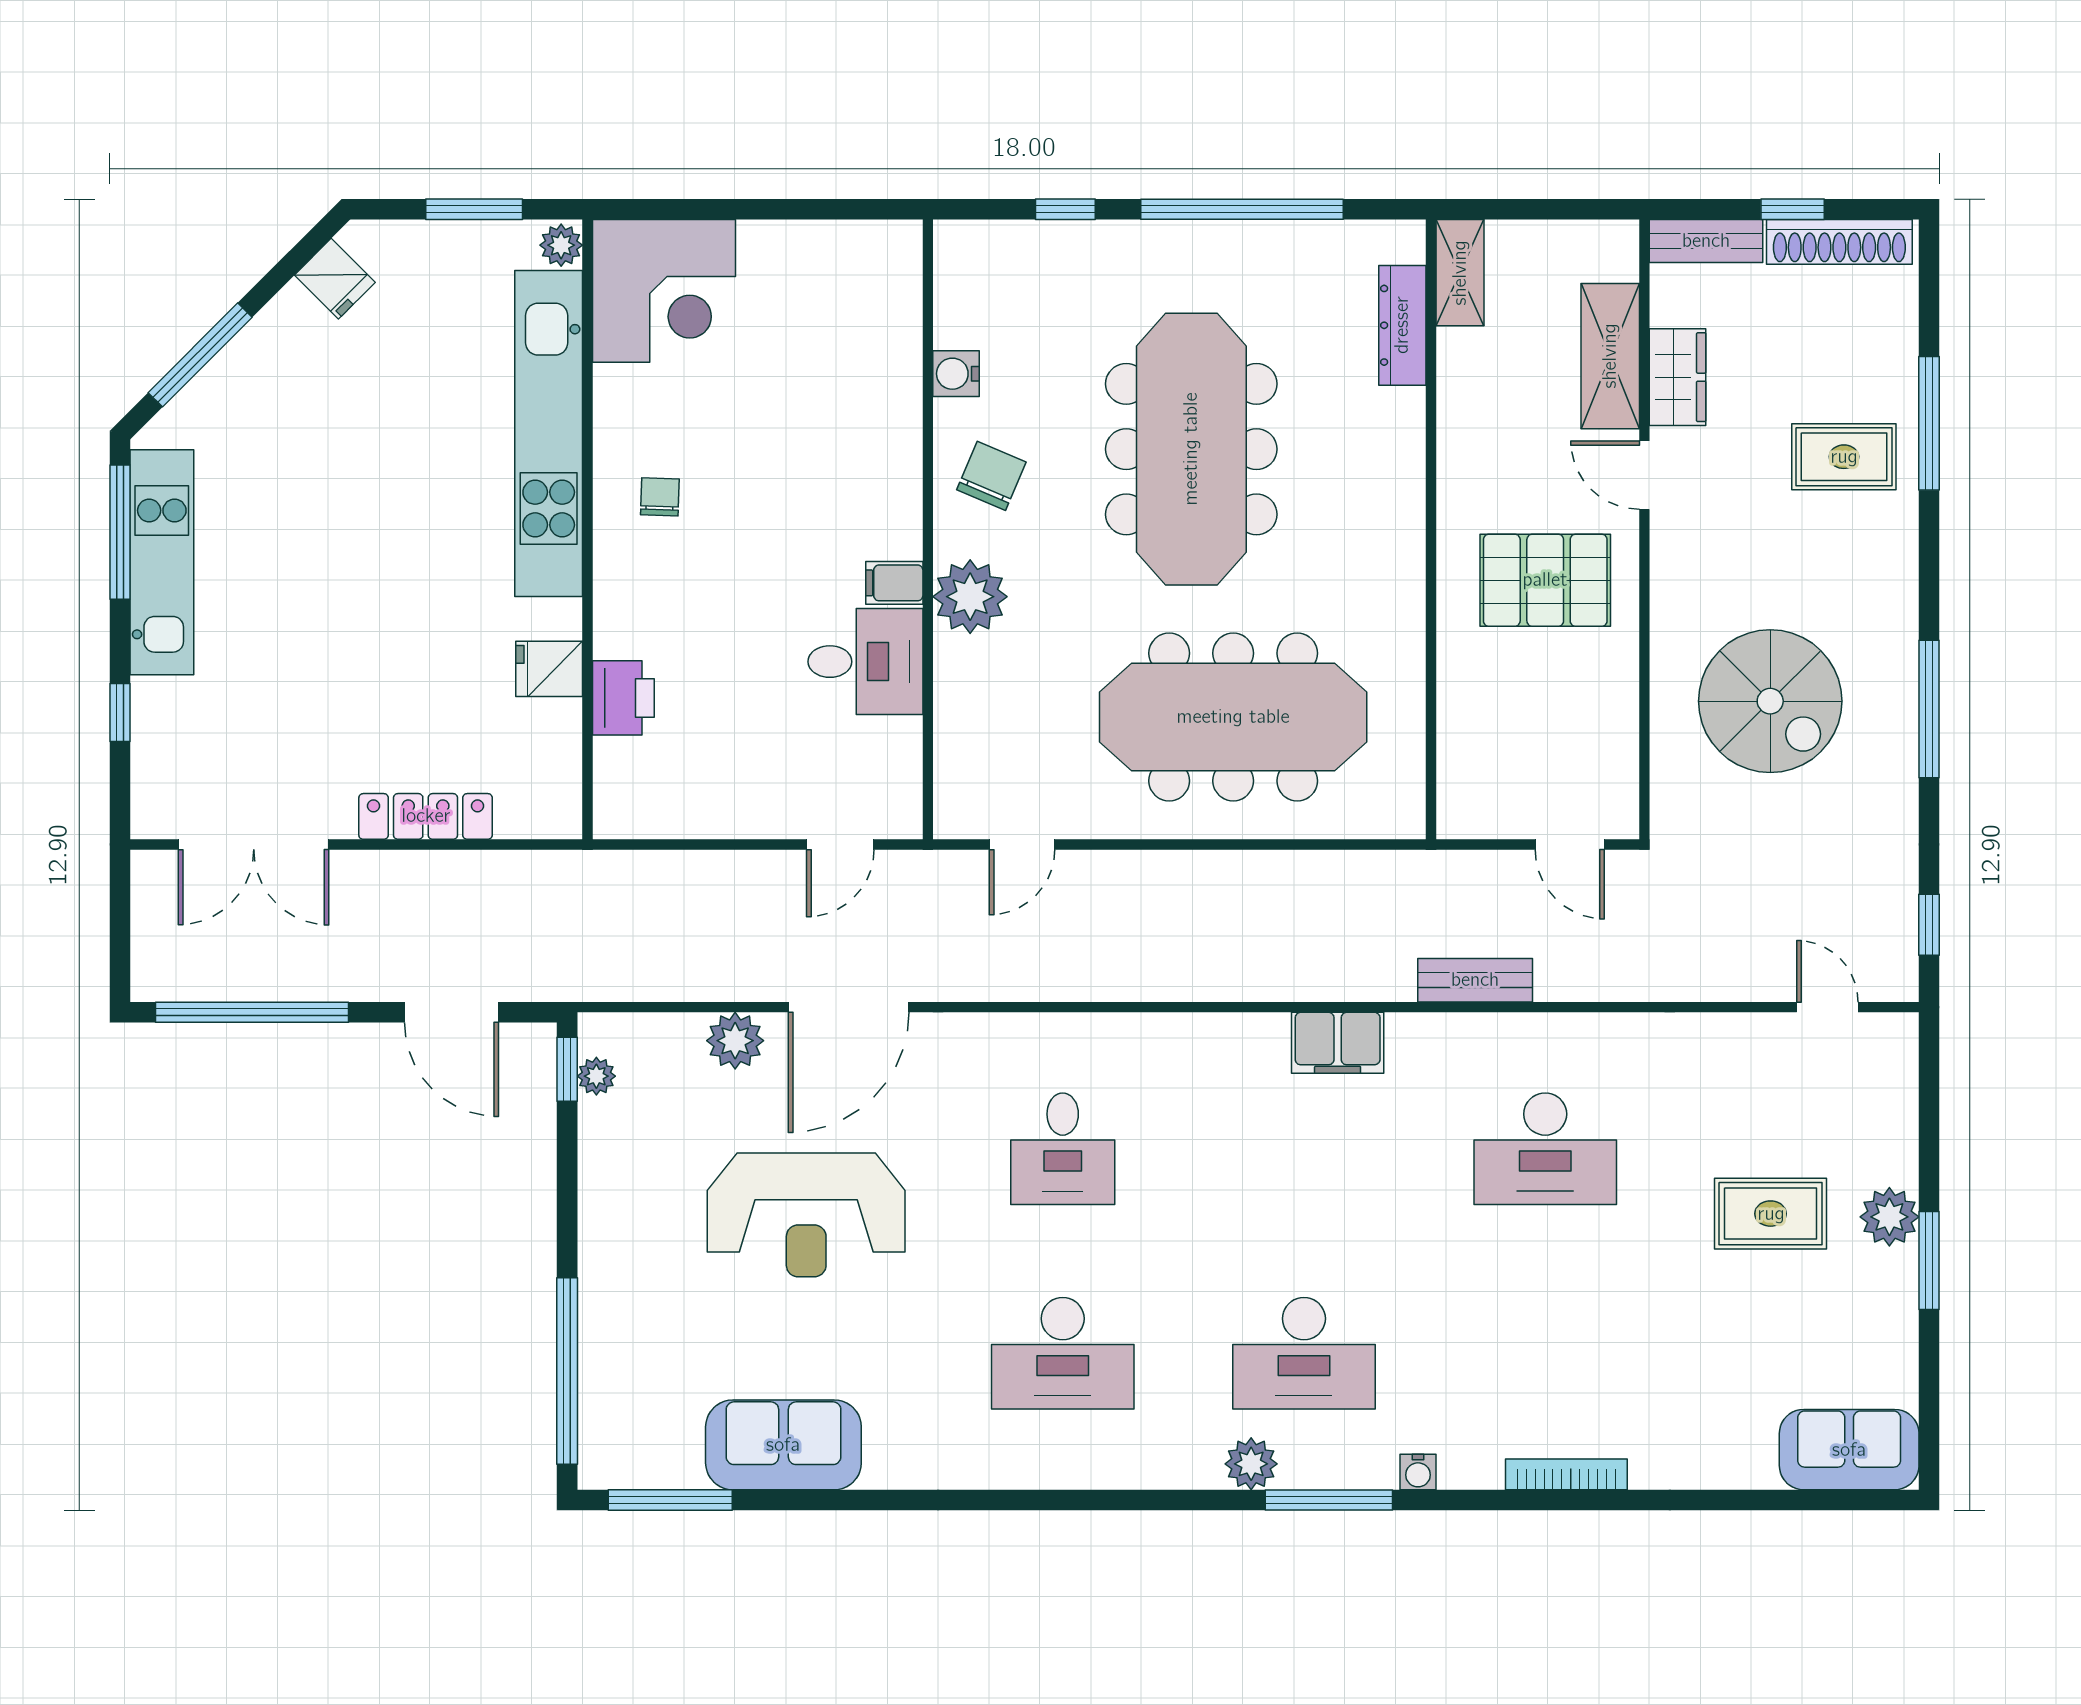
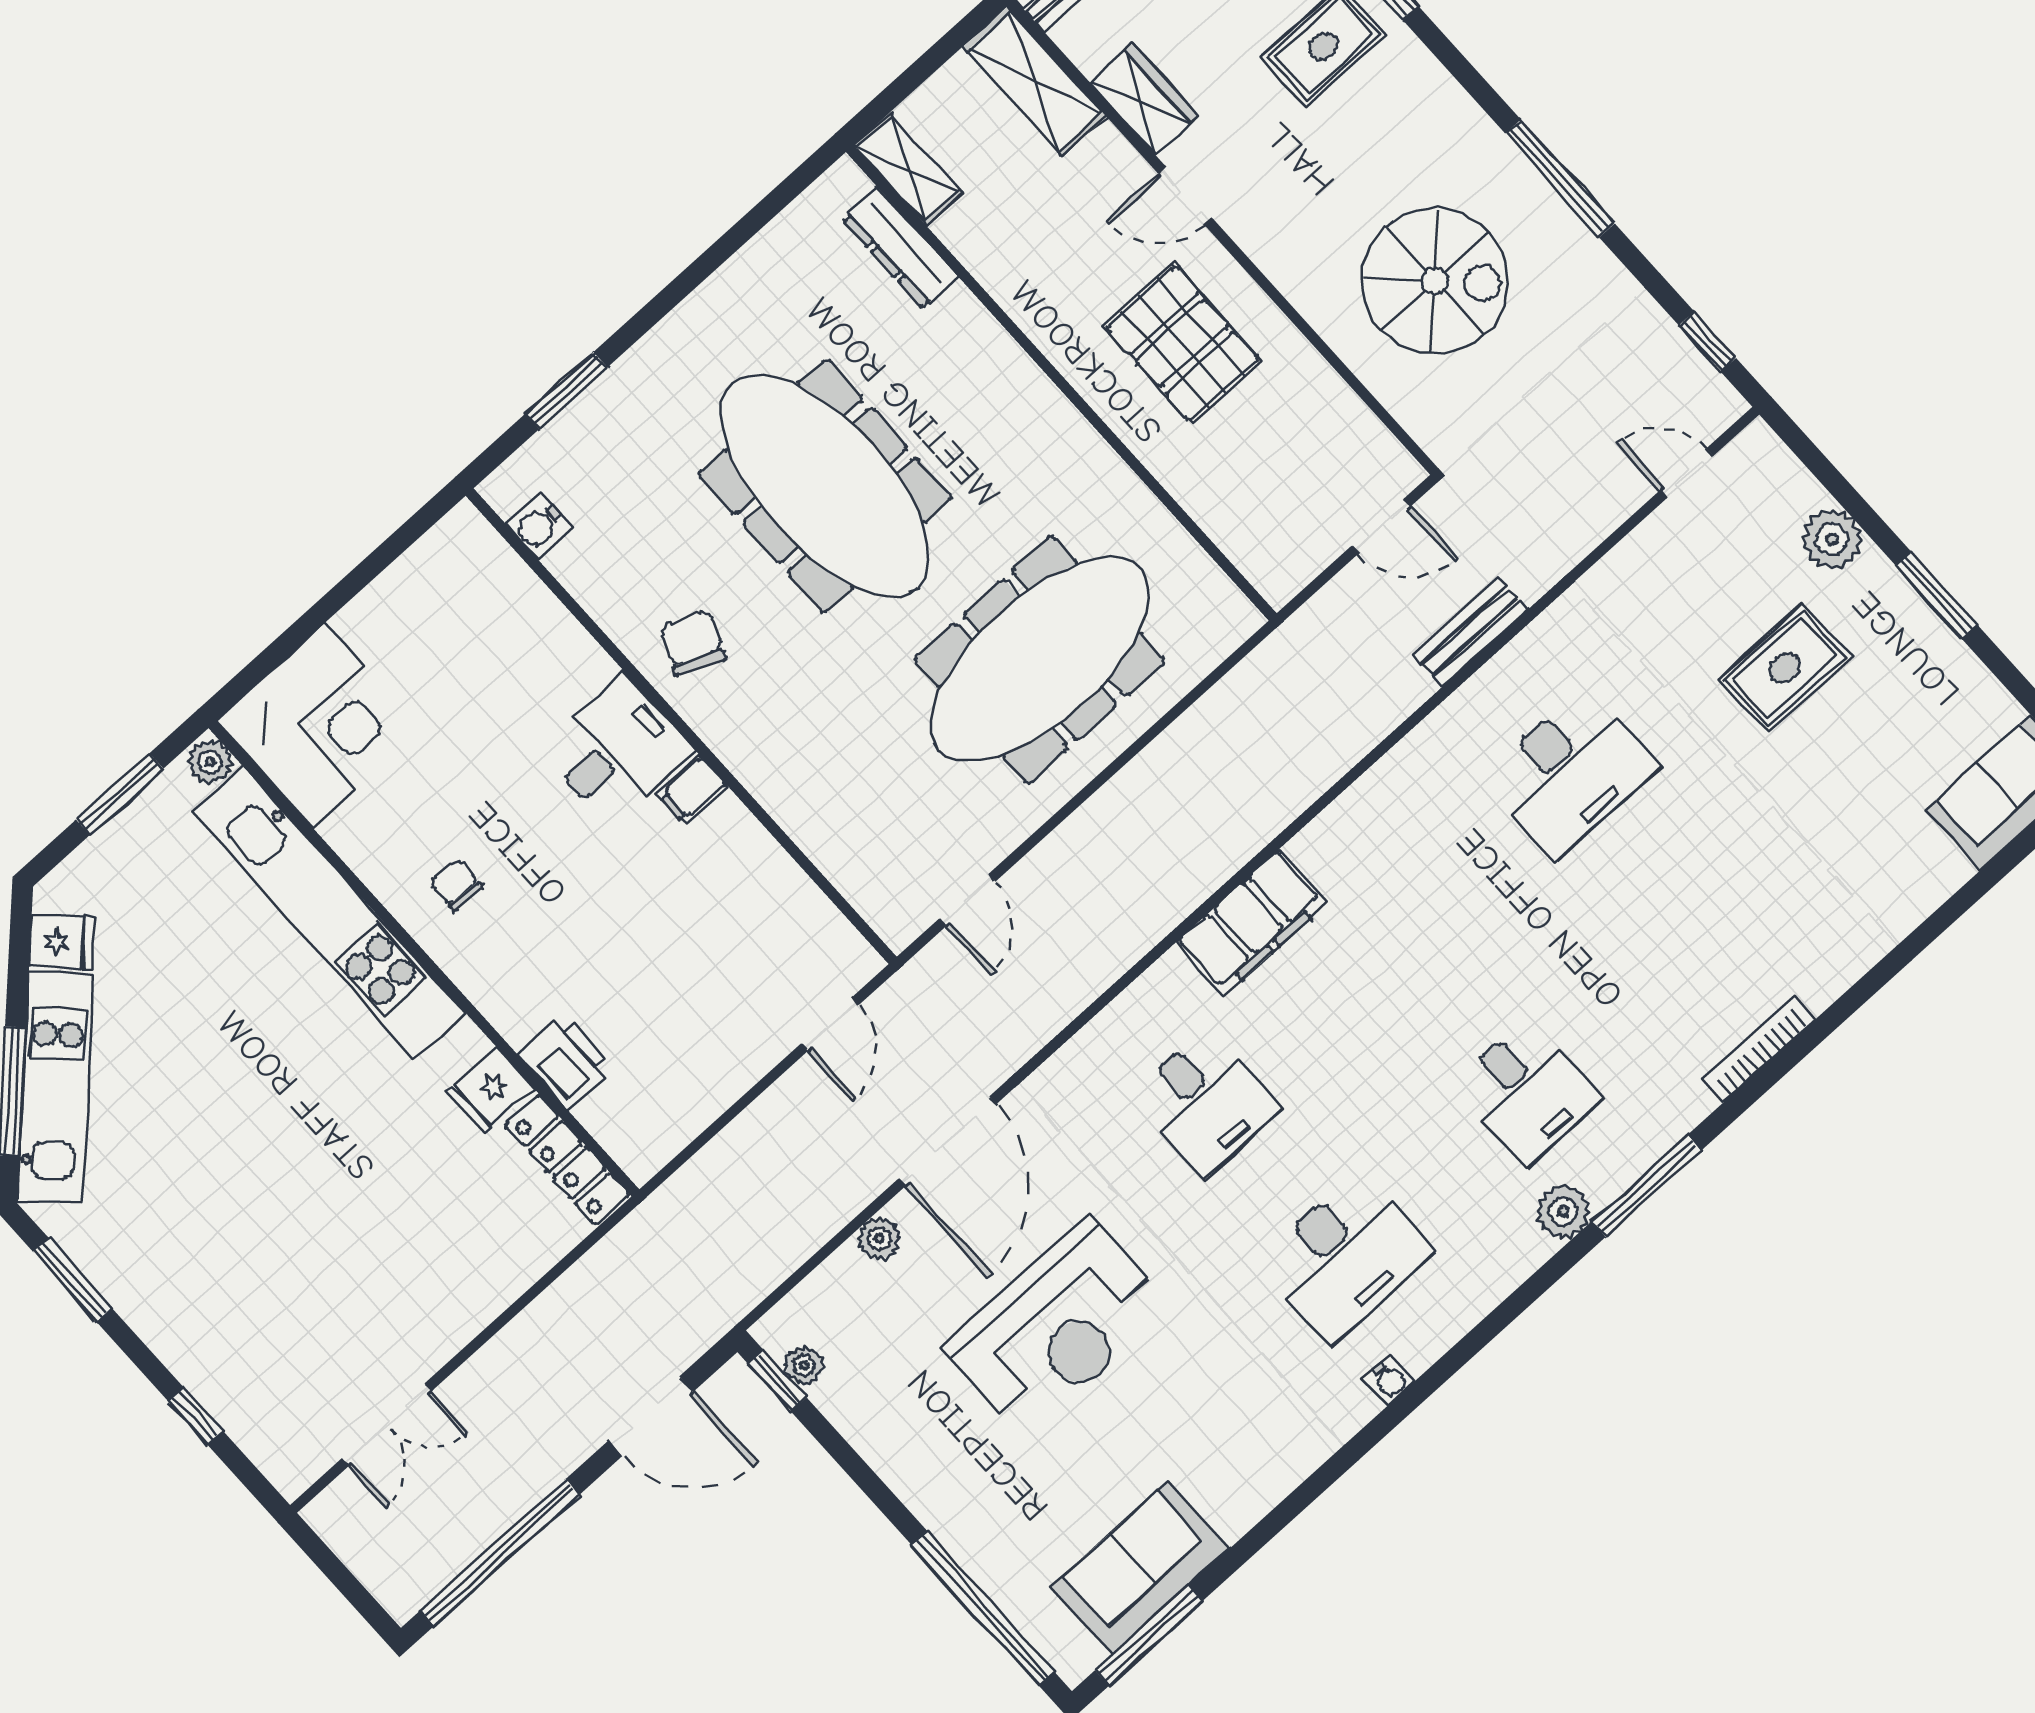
window: (1065, 209) -> (566, 391), width x1.50
window: (1242, 209) -> (700, 270), removed
shelving: (1610, 356) -> (1035, 81), moved
water cooler: (956, 374) -> (539, 526), moved
window: (120, 532) -> (73, 1280), width x0.69
kitchen unit: (162, 562) -> (55, 1087), moved, turned 45
pallet: (1545, 580) -> (1182, 343), turned 90
plant: (970, 597) -> (759, 748), removed
desk: (865, 662) -> (617, 750), moved
locker: (426, 816) -> (567, 1160), moved, turned -90
double door: (254, 844) -> (387, 1425), width x0.73
bench: (1475, 980) -> (1470, 632), moved
plant: (735, 1041) -> (879, 1238), width x0.73, depth x0.73
filing cabinet: (1338, 1043) -> (1252, 922), moved, width x1.50, depth x1.17
plant: (1889, 1217) -> (1832, 539), moved
desk: (1304, 1353) -> (1528, 1092), width x0.73
sofa: (783, 1445) -> (1140, 1568), moved
water cooler: (1418, 1472) -> (1389, 1380), moved
bookcase: (1566, 1474) -> (1759, 1049), moved

